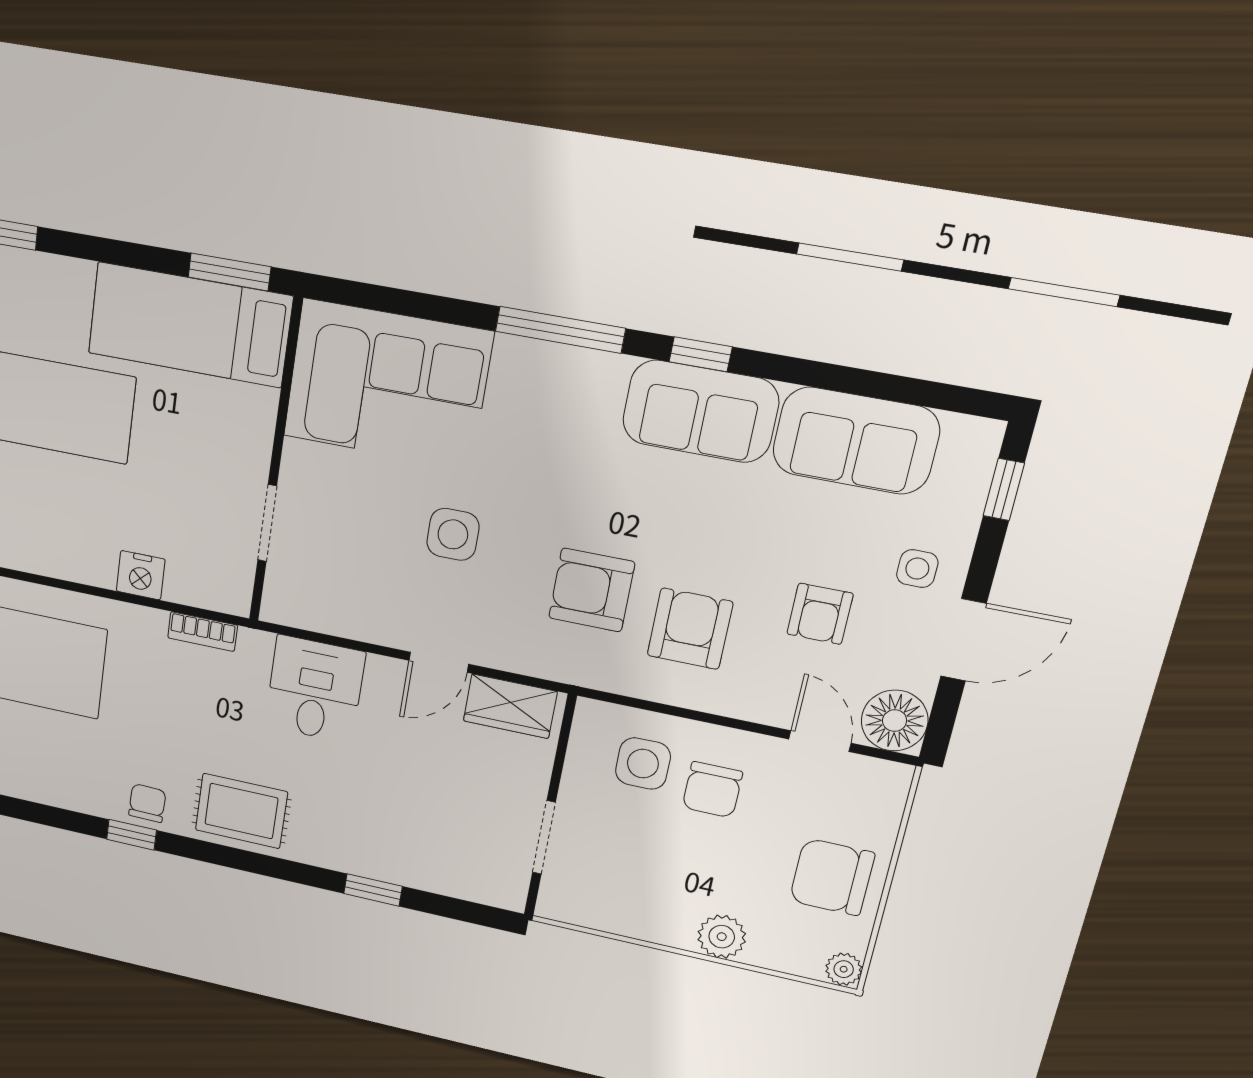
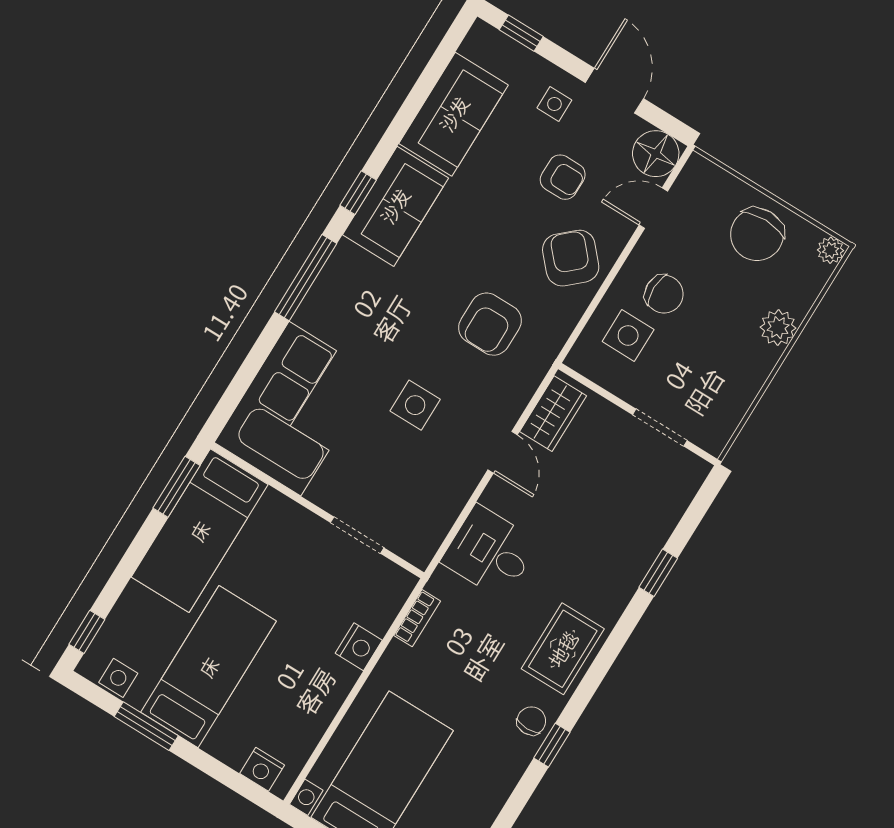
armchair: (690, 629) -> (571, 258), moved, turned 48
chair: (147, 803) -> (531, 721), turned 89

